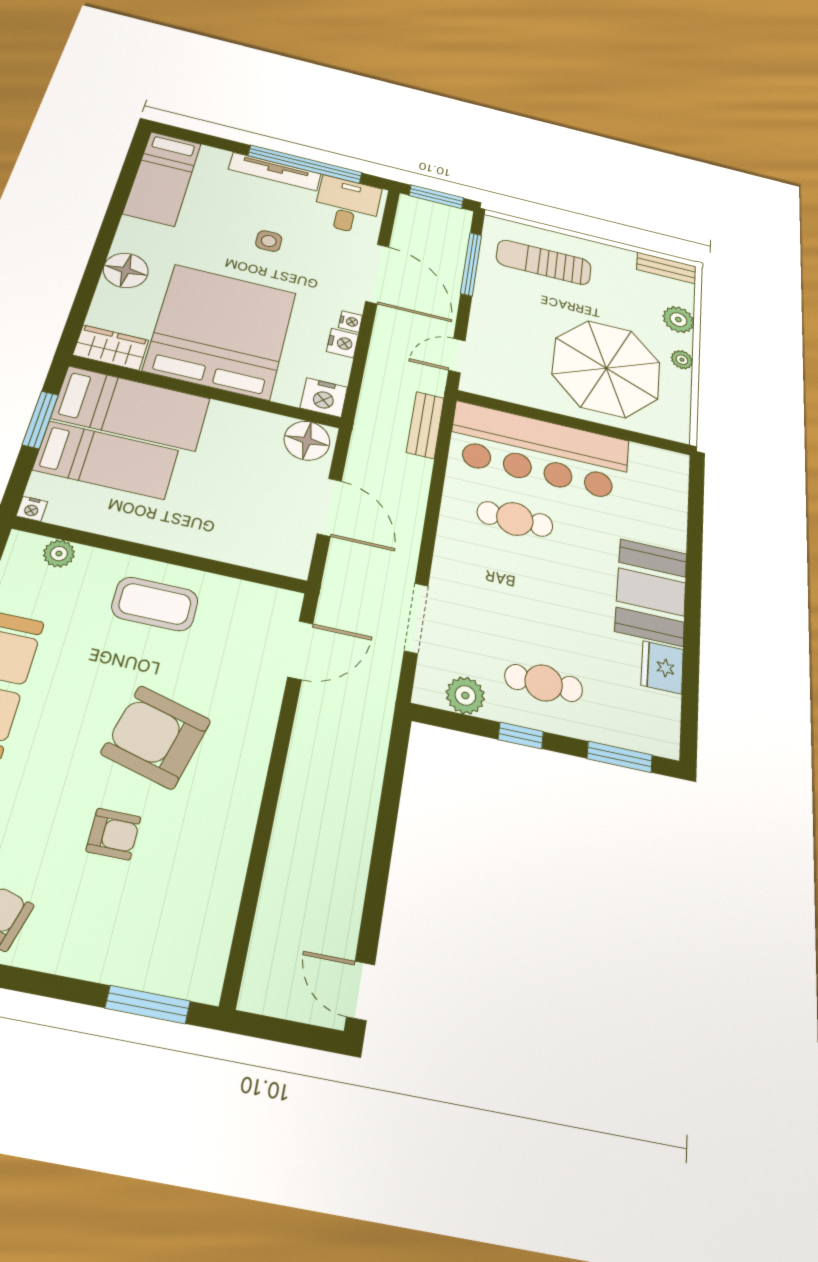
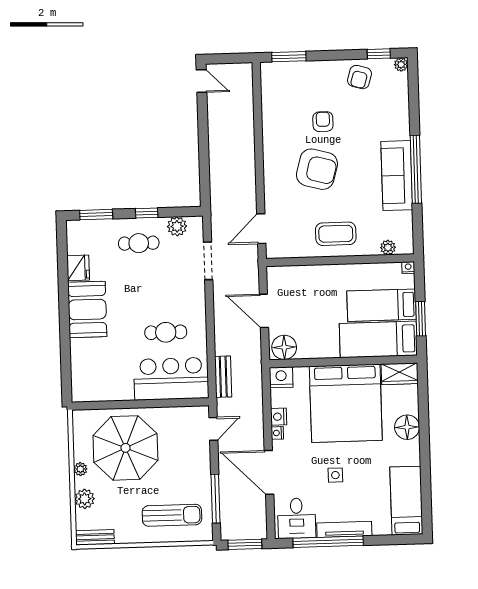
bar counter: (540, 451) -> (171, 379), width x0.73
armchair: (113, 834) -> (323, 122), turned 90

